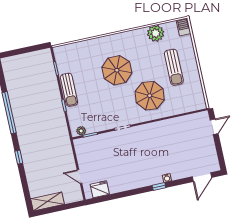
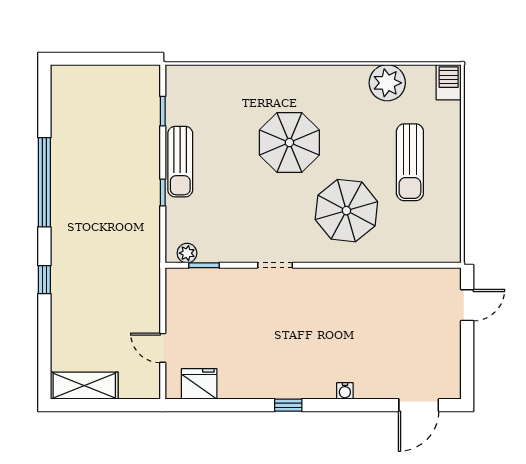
window: (159, 186) -> (288, 405), moved

